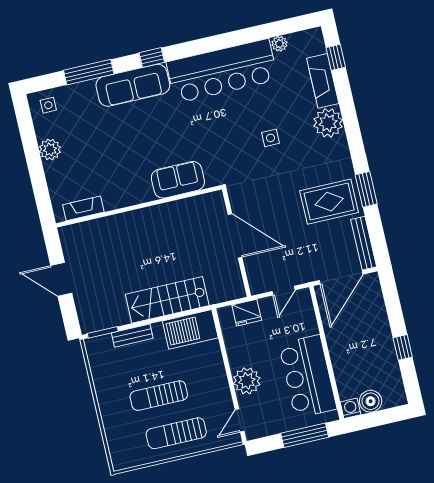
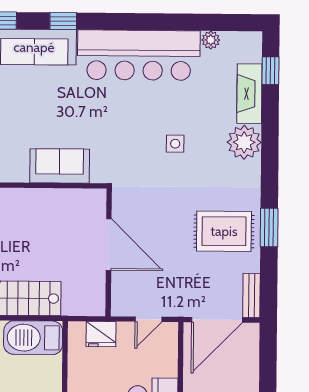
bench: (364, 243) -> (252, 295), width x0.73

